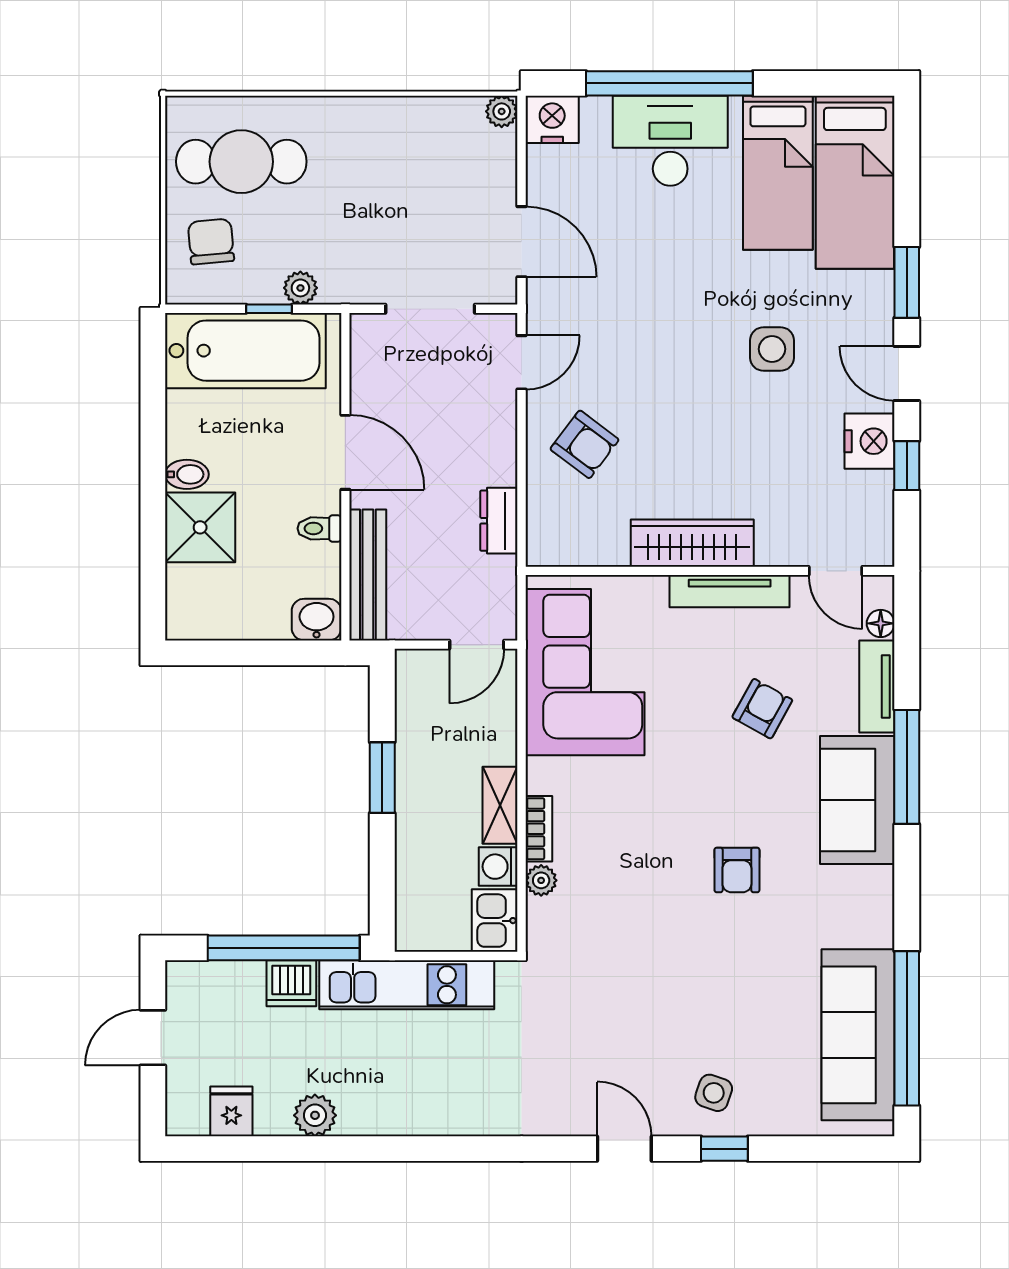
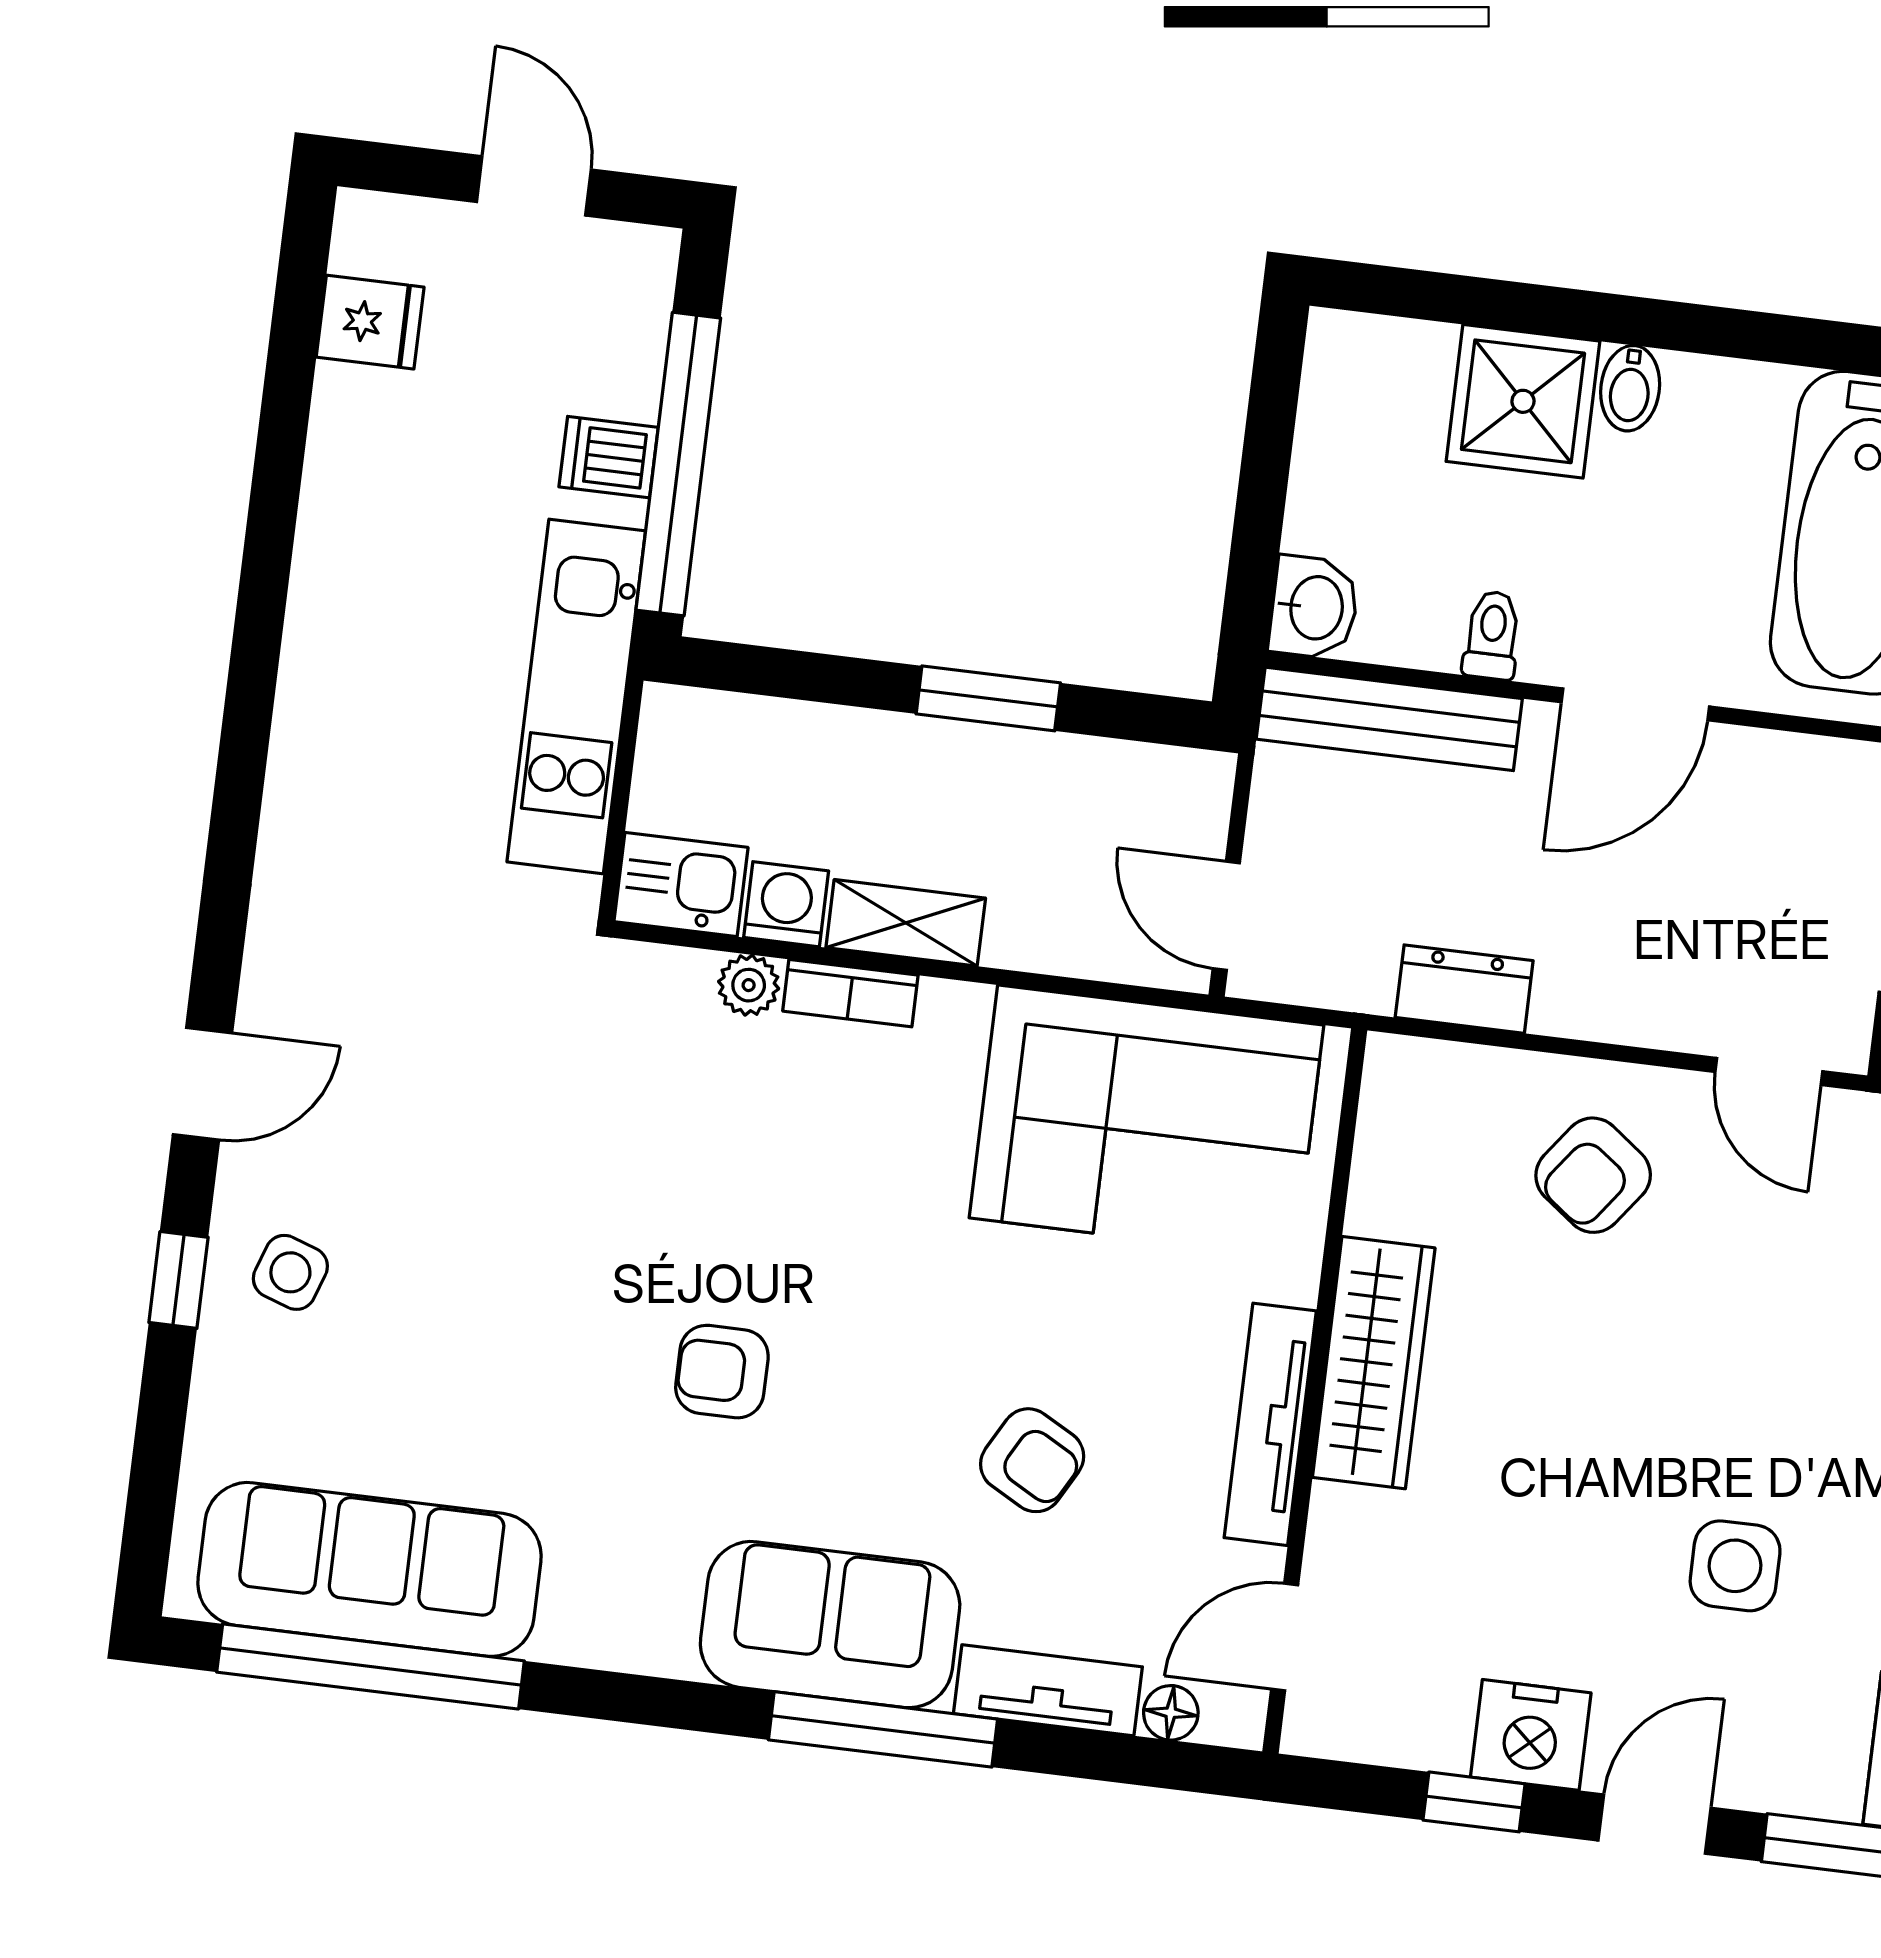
dishwasher: (291, 983) -> (609, 457), width x0.73
plant: (315, 1115) -> (342, 485), removed

